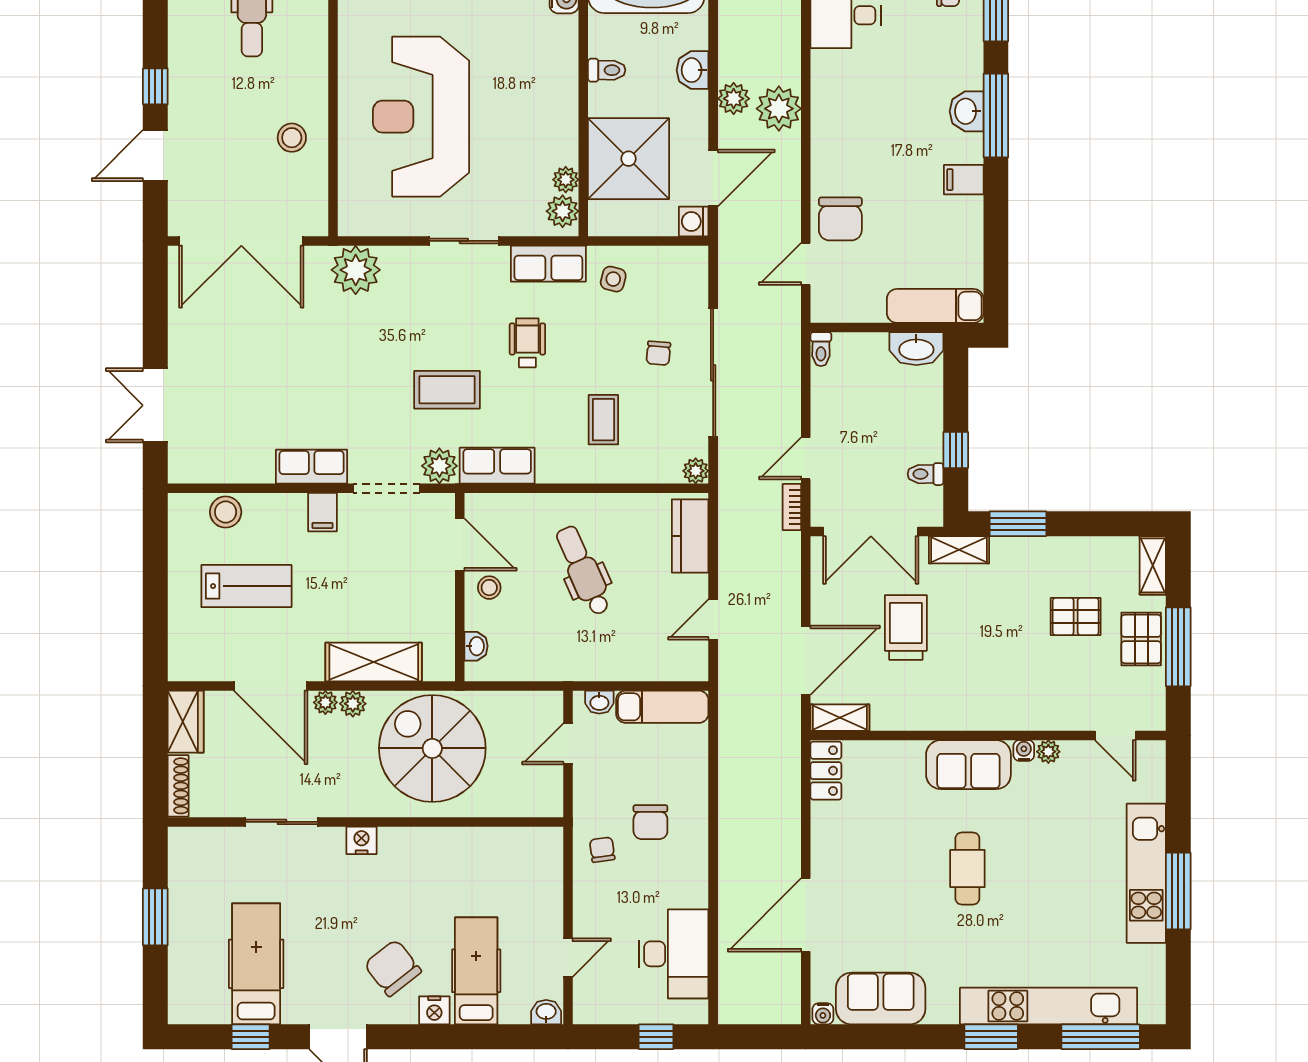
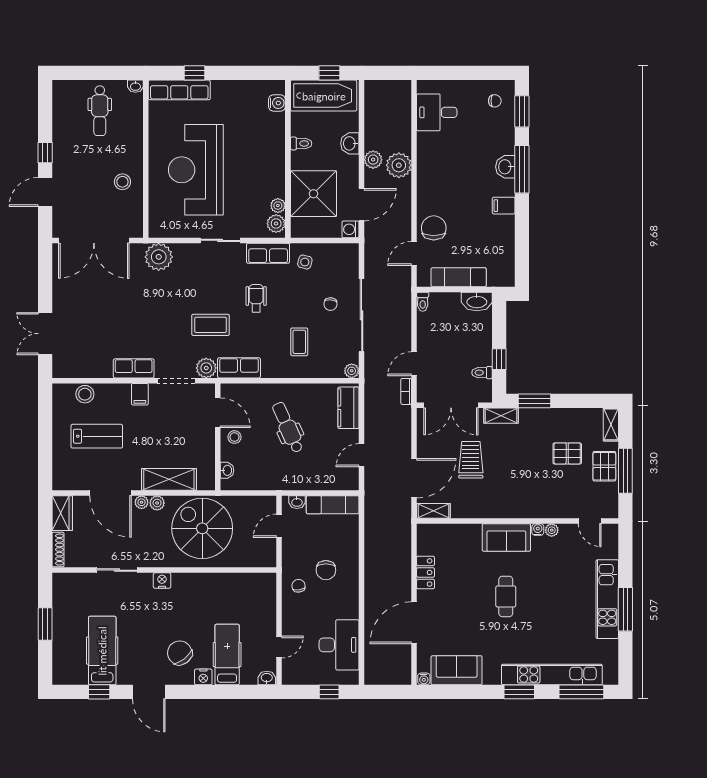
chair: (840, 219) -> (434, 228), turned 180
exam couch: (935, 306) -> (459, 277), moved
locker: (826, 771) -> (426, 572), moved

